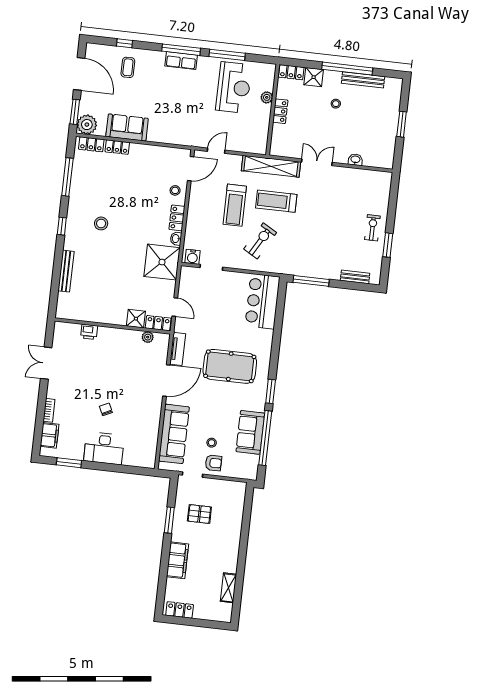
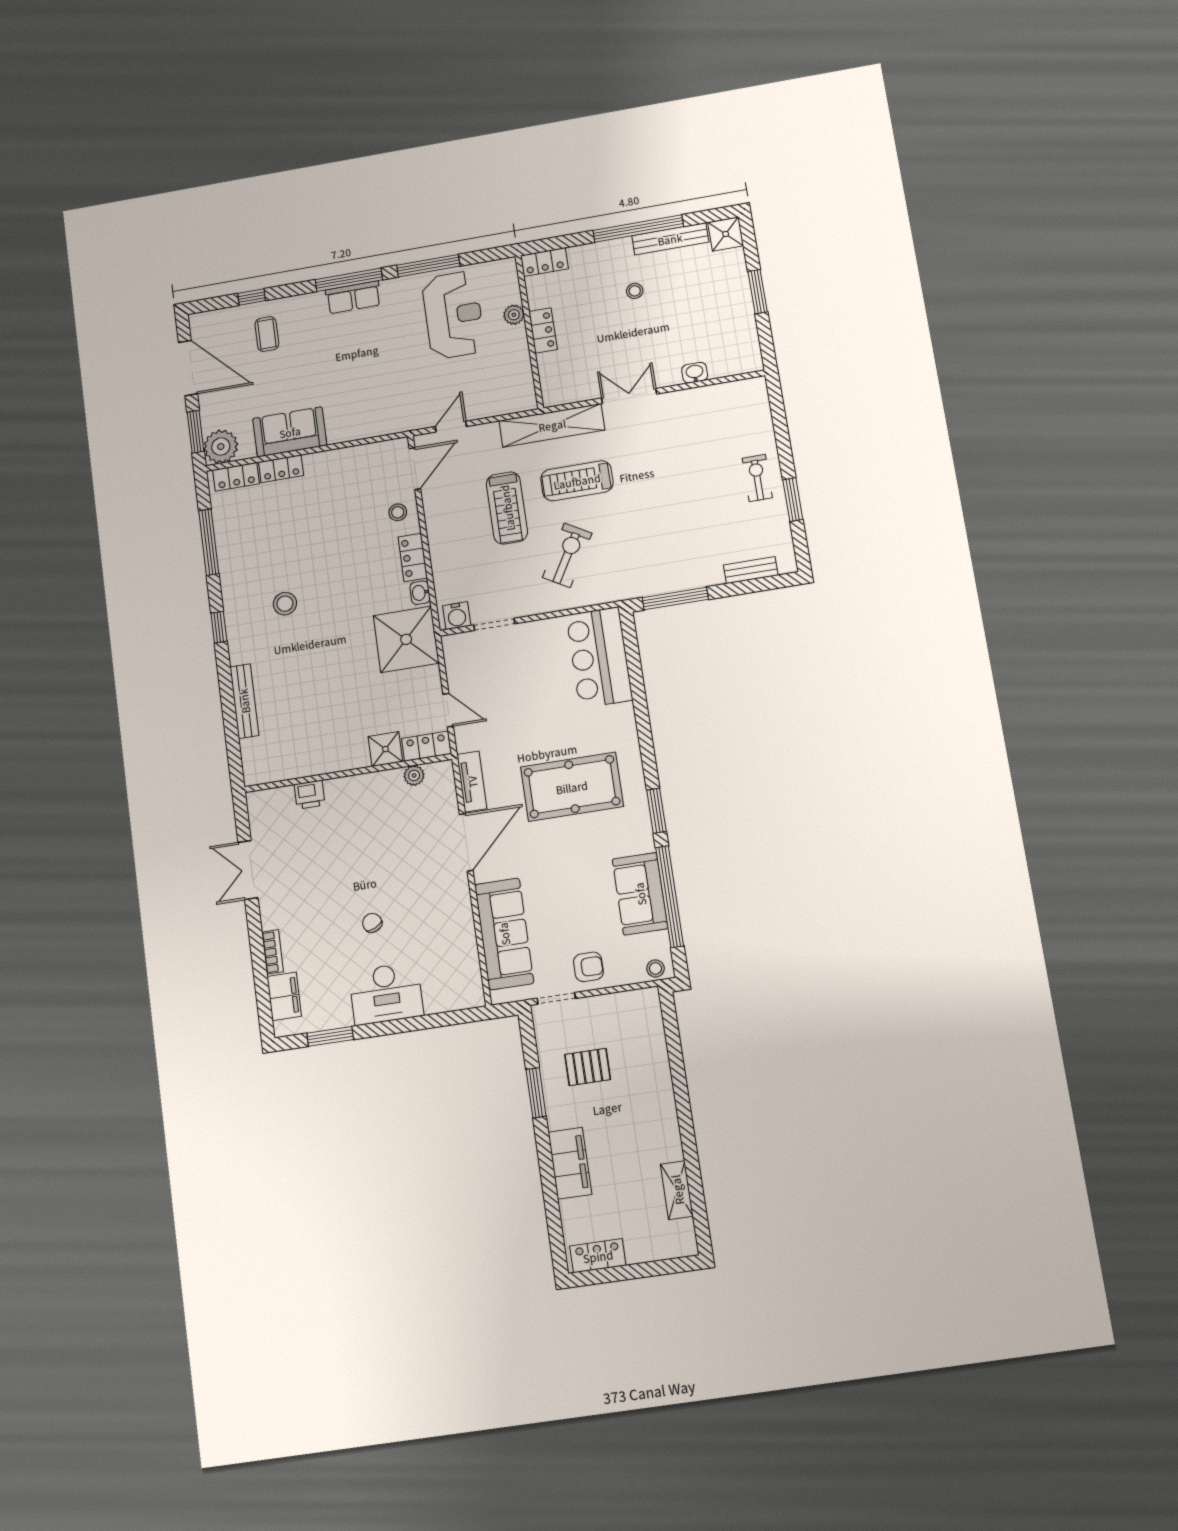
shower: (314, 77) -> (726, 234), moved
stool: (212, 443) -> (656, 968), moved

